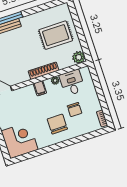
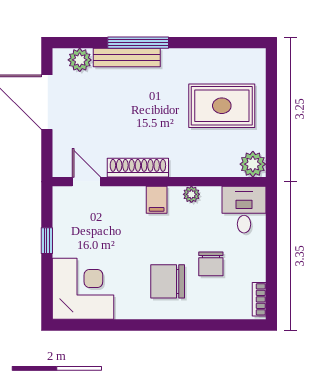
shoe rack: (43, 71) -> (138, 168), moved
desk: (72, 83) -> (244, 210), moved
chair: (57, 124) -> (168, 281), turned -90

